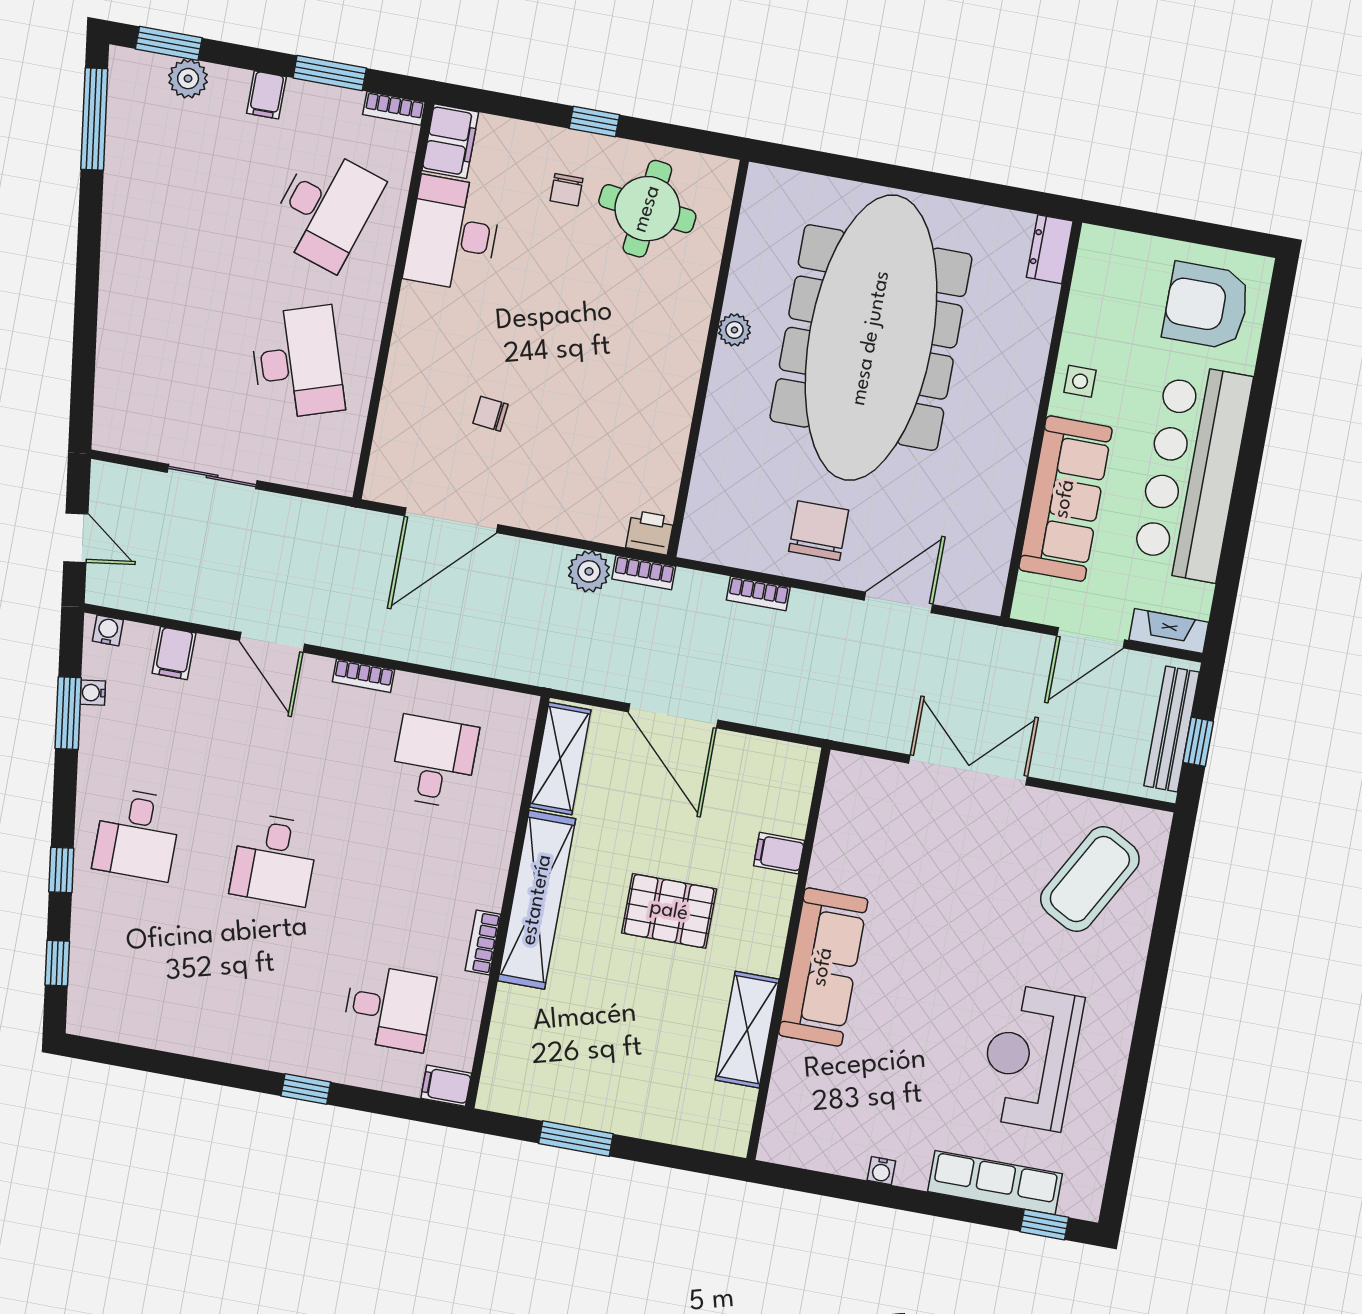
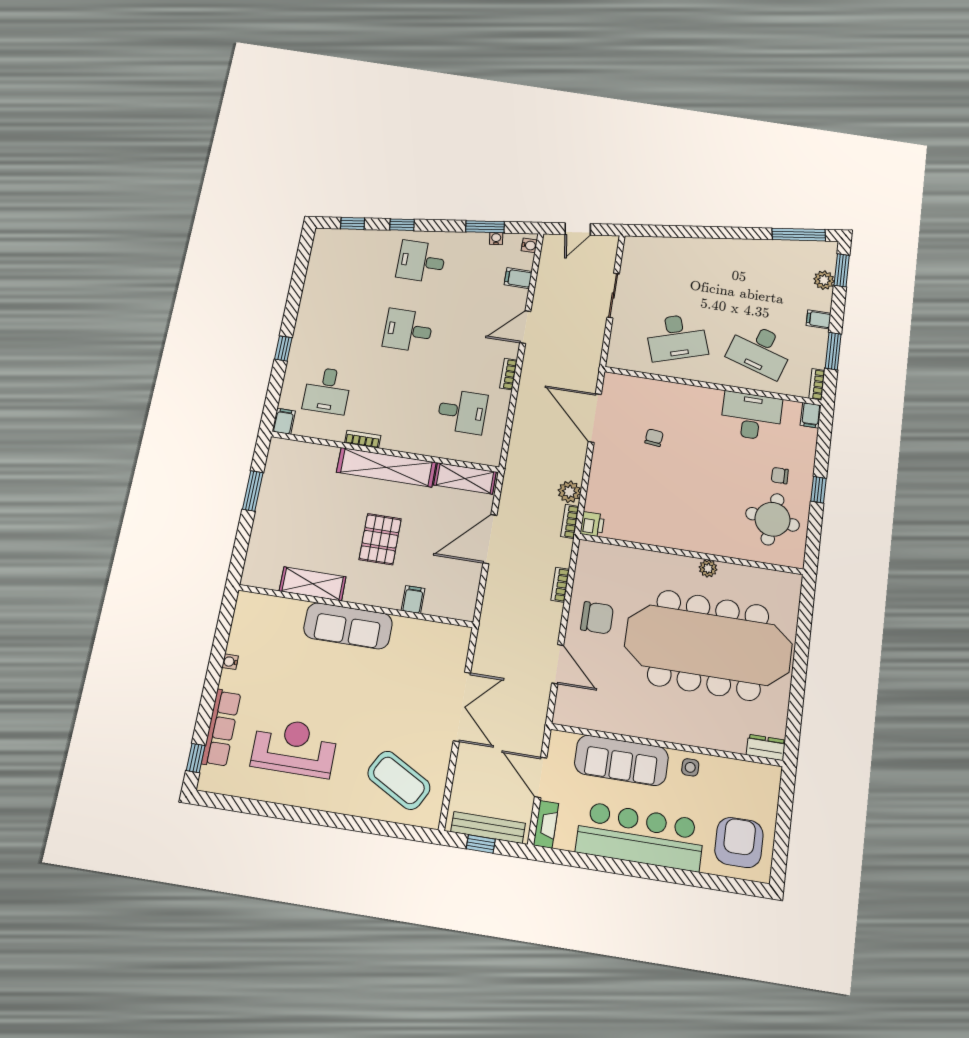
filing cabinet: (450, 141) -> (811, 415), width x0.50

